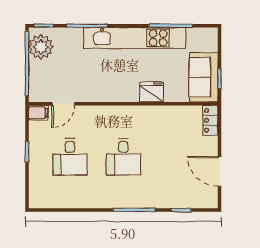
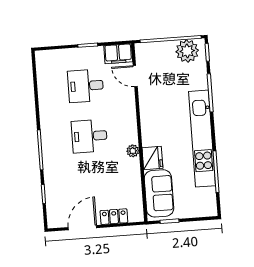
sofa: (204, 77) -> (159, 193), moved, turned 90
plant: (142, 112) -> (133, 151), added
filing cabinet: (38, 113) -> (118, 54), width x2.00
locker: (210, 120) -> (114, 217), moved

